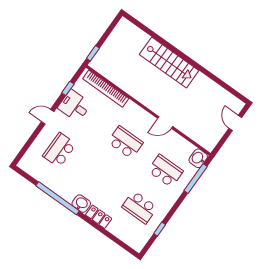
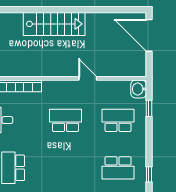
door: (165, 122) -> (88, 78), swing flipped
door: (235, 123) -> (149, 35), width x1.88
window: (196, 179) -> (149, 108), width x0.46

